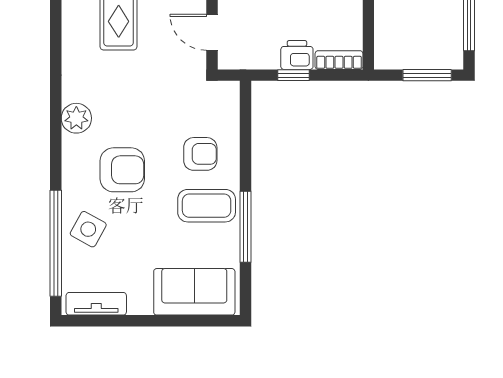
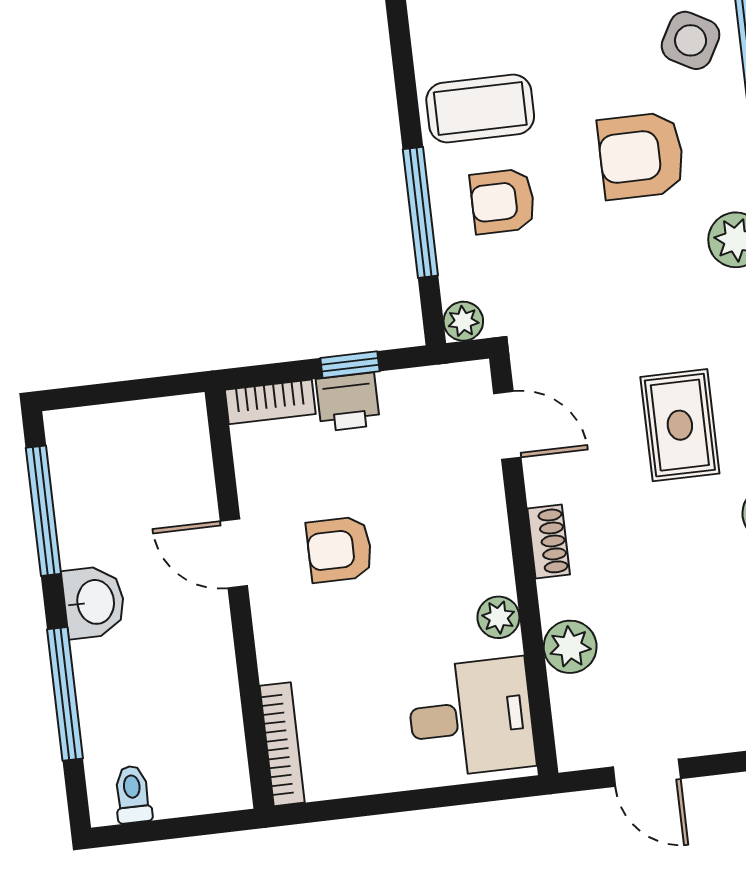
window: (427, 75) -> (107, 393), removed
plant: (229, 91) -> (463, 321), added
window: (246, 227) -> (420, 212), moved

